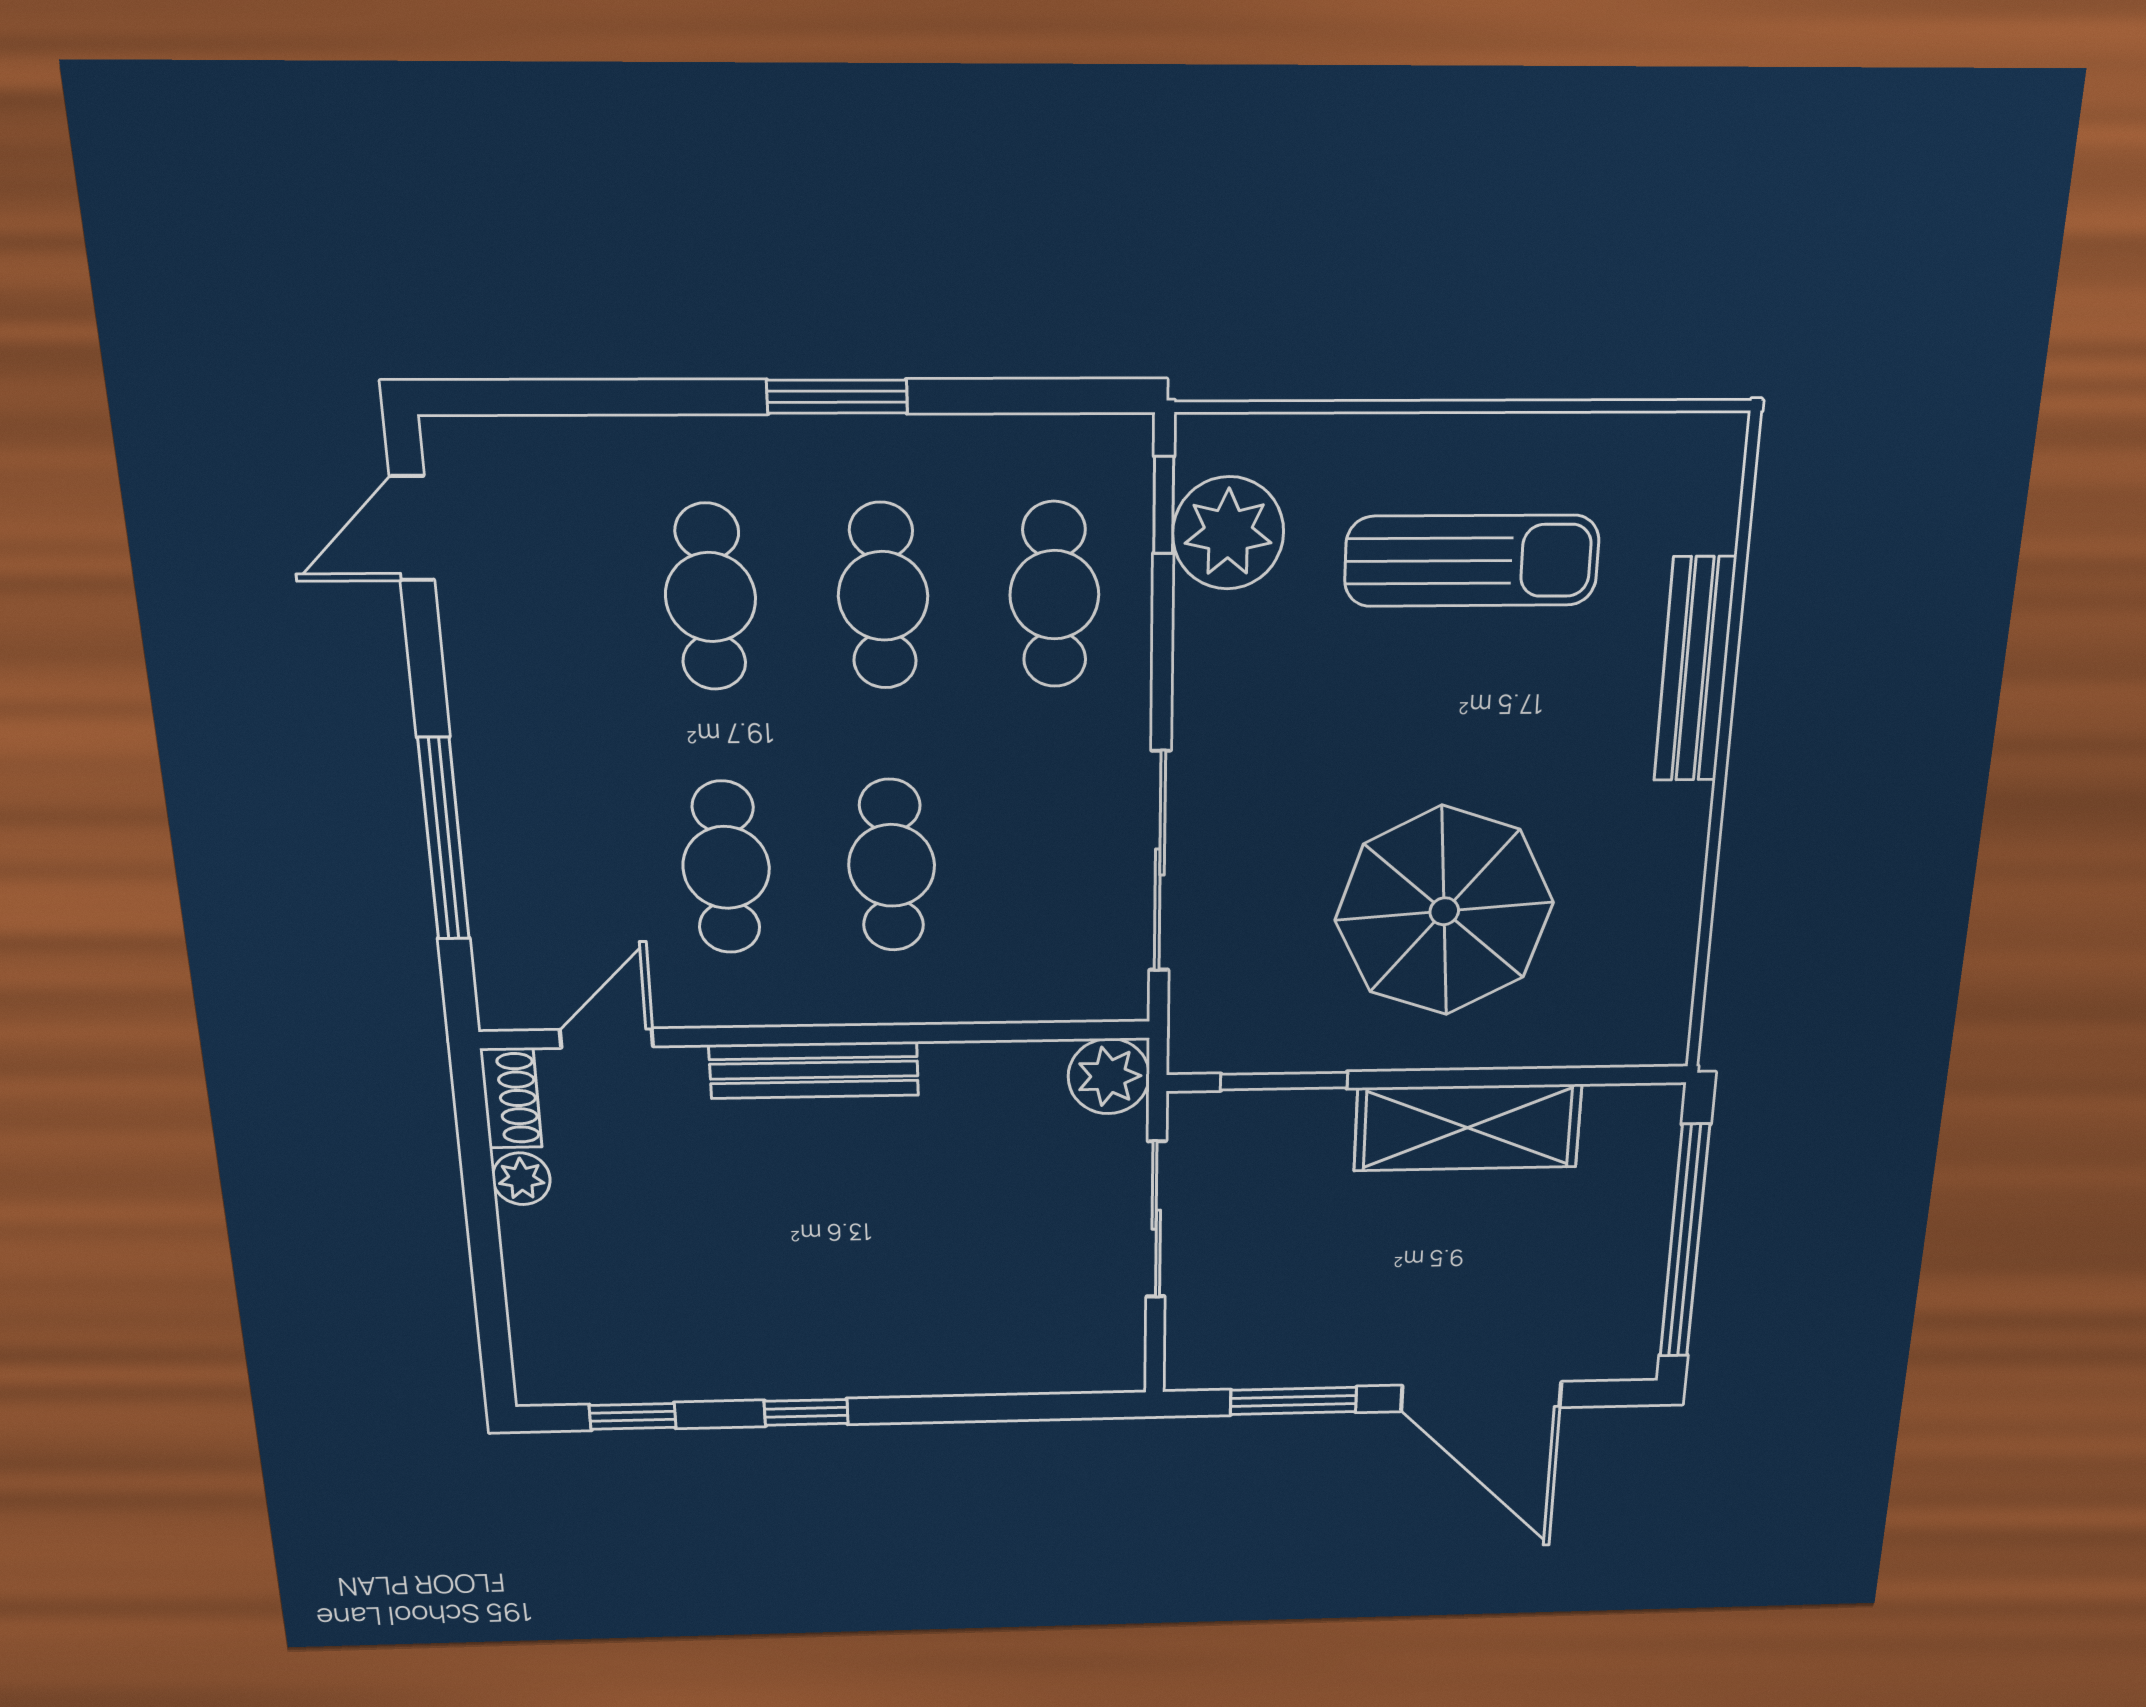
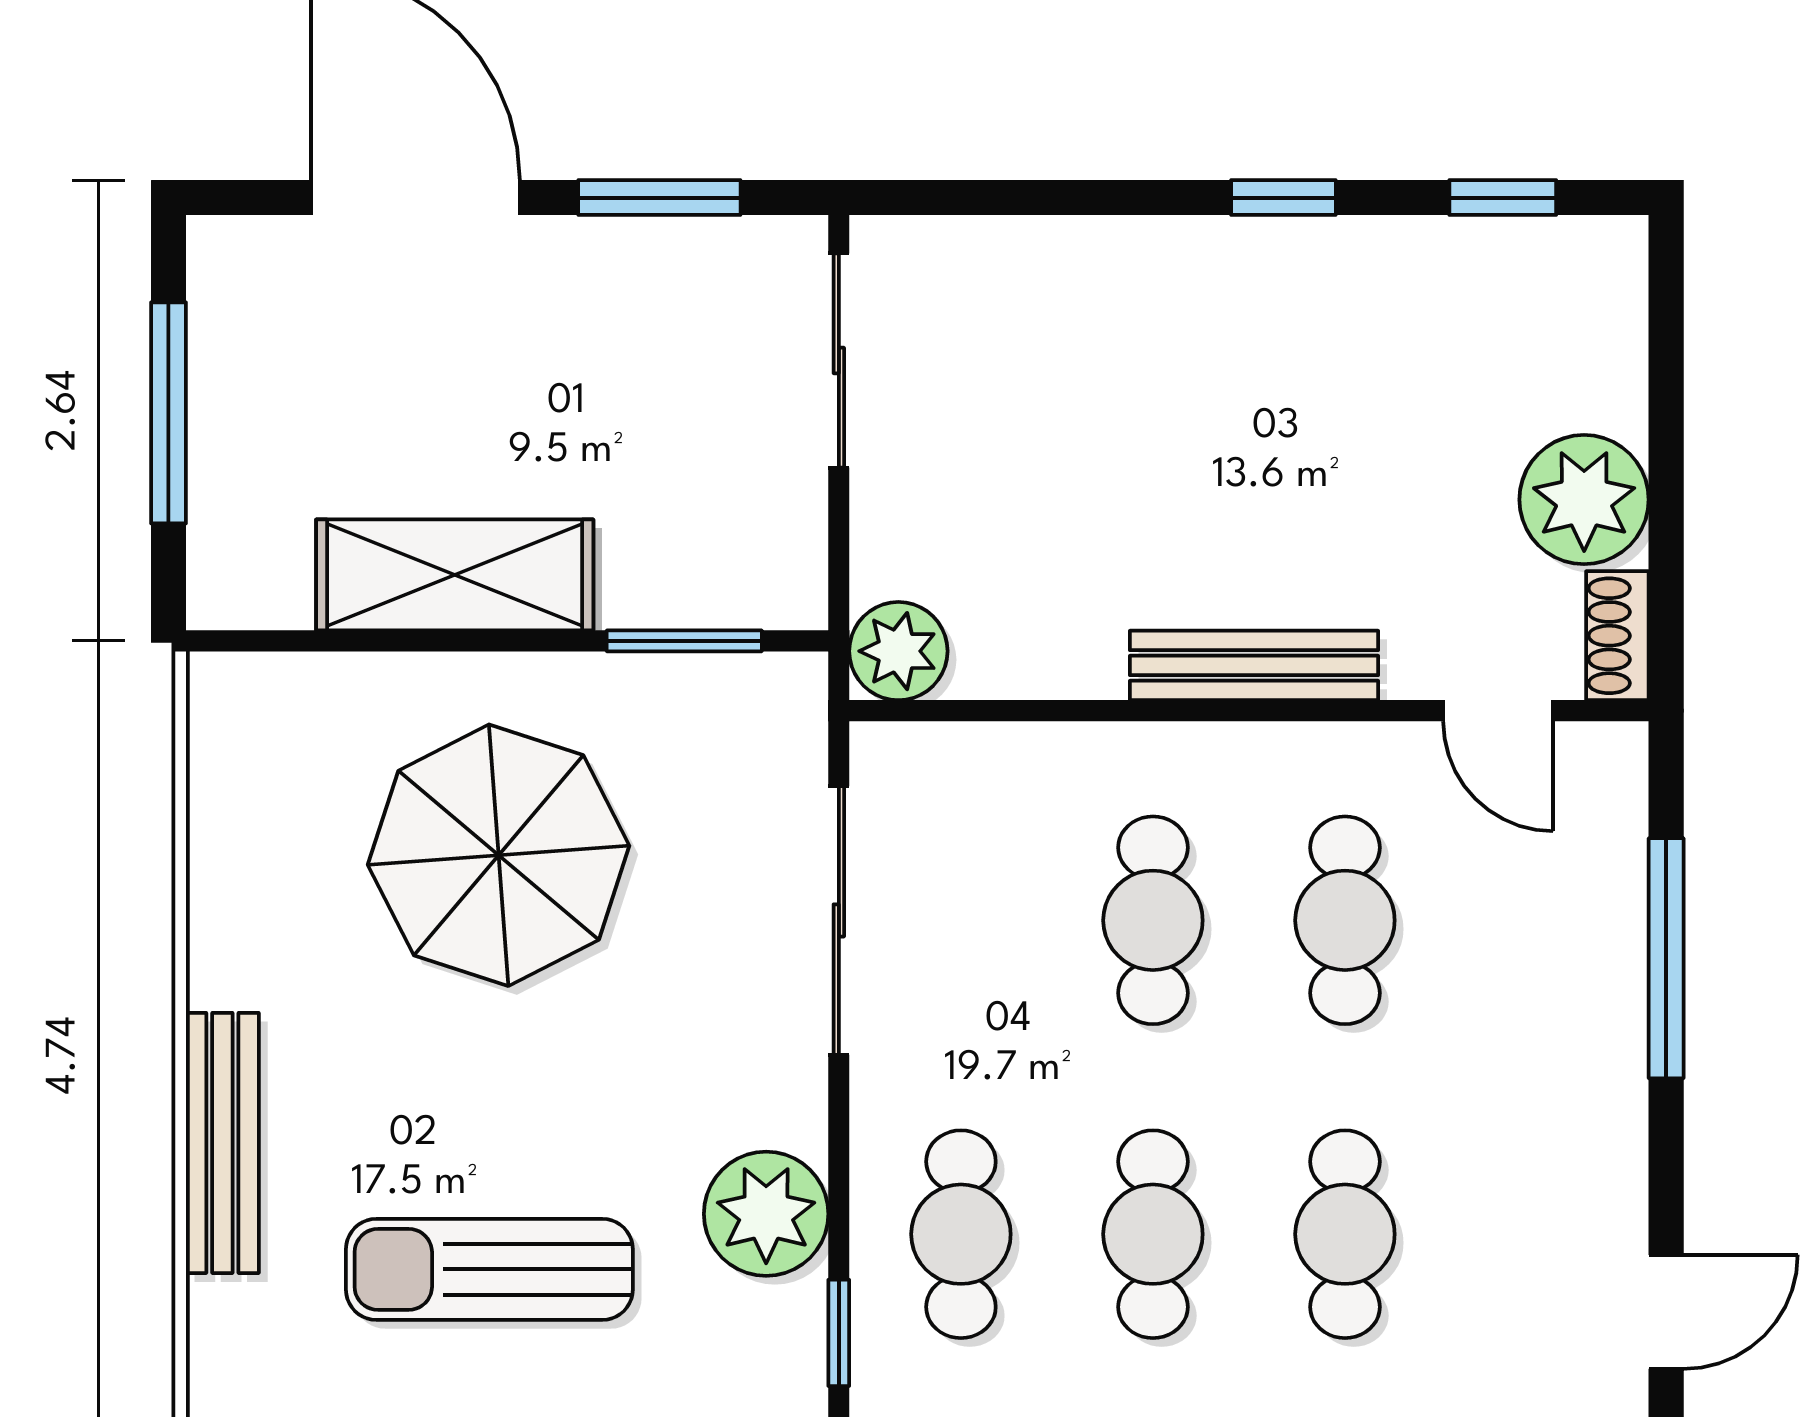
plant: (1228, 533) -> (766, 1214), moved
door: (607, 1038) -> (1498, 711), hinge flipped
plant: (521, 1179) -> (1584, 500), width x1.88, depth x1.88
sliding door: (1156, 1220) -> (839, 360), moved
window: (1685, 1242) -> (168, 413), width x0.68

